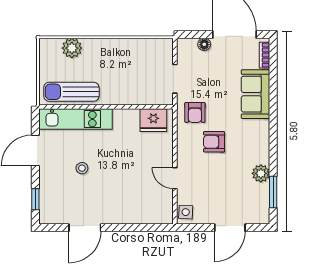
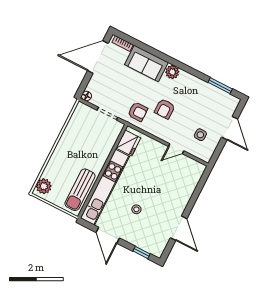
floor lamp: (204, 44) -> (86, 96), moved
plant: (72, 48) -> (44, 186), moved
kitchen unit: (75, 119) -> (105, 187), width x1.36
plant: (261, 173) -> (172, 72), moved
side table: (186, 212) -> (200, 135), moved

